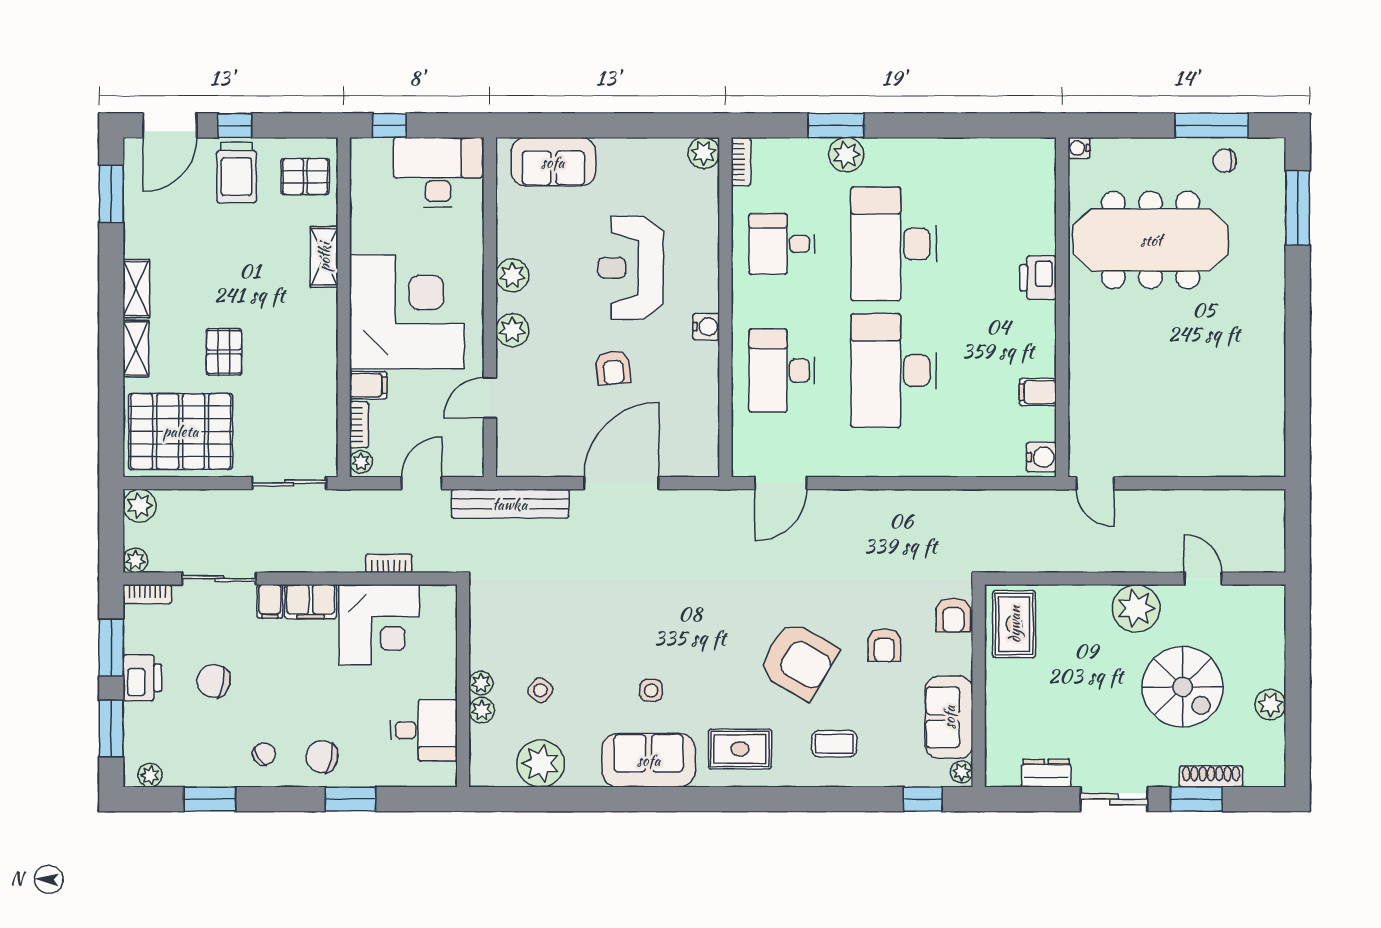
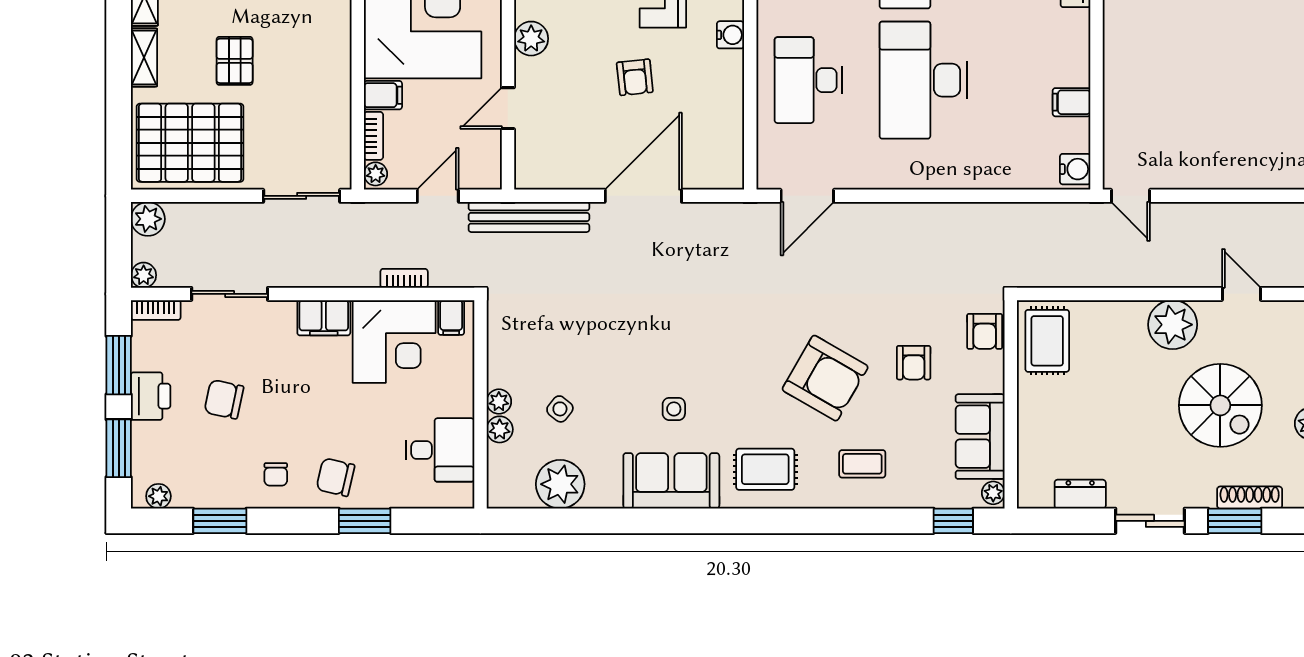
filing cabinet: (270, 601) -> (451, 318), moved
chair: (264, 754) -> (276, 474), turned 123

